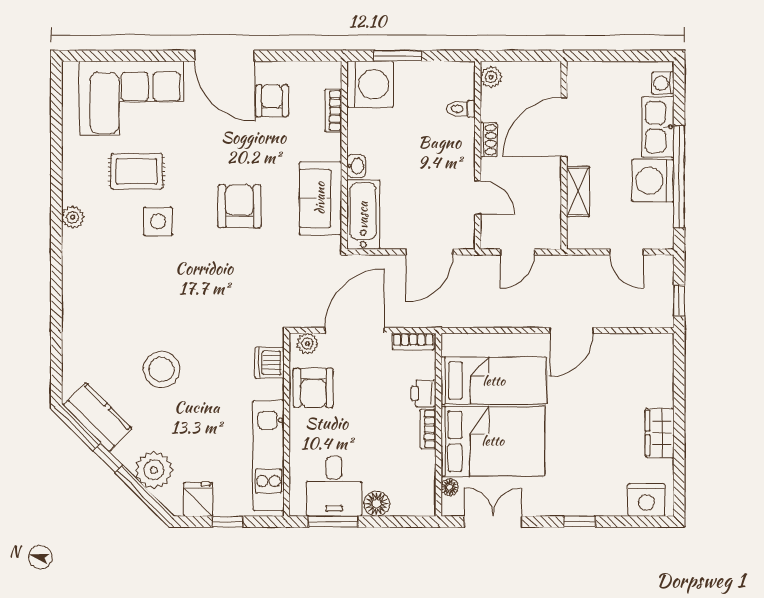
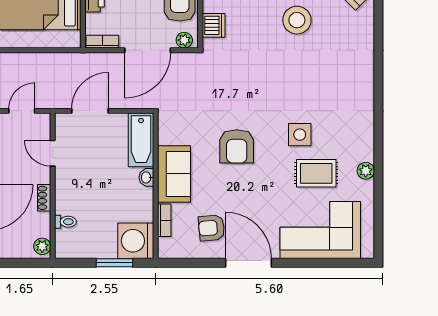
armchair: (272, 101) -> (212, 228), turned 85
sofa: (320, 198) -> (174, 174), moved
plant: (73, 217) -> (366, 171), moved

